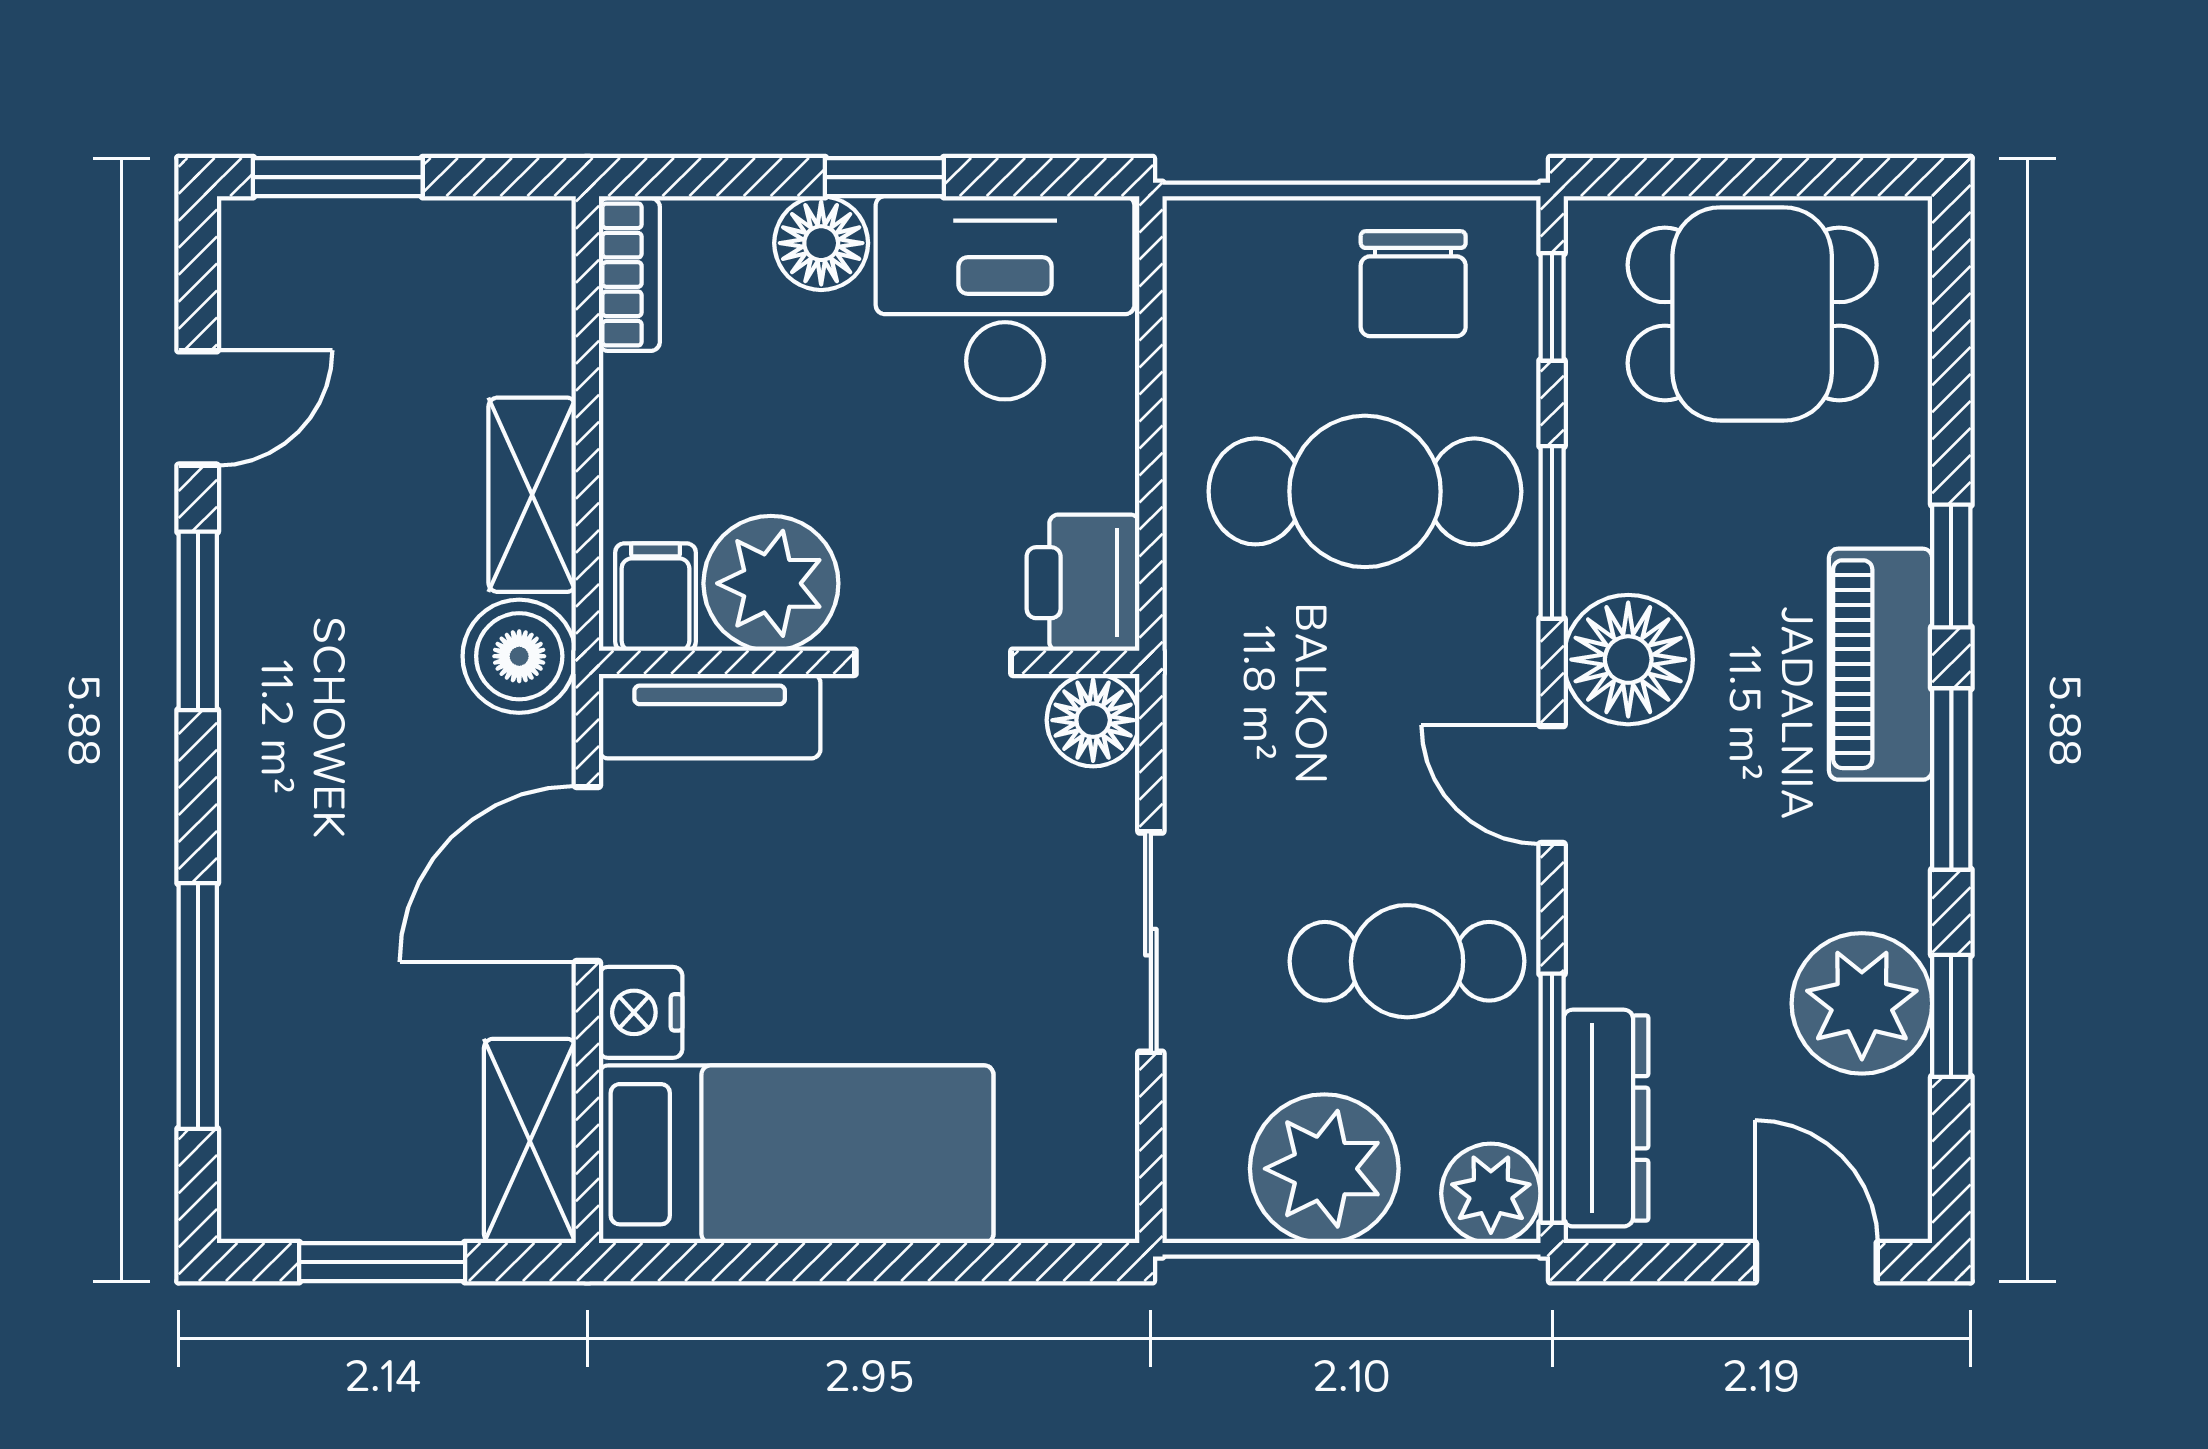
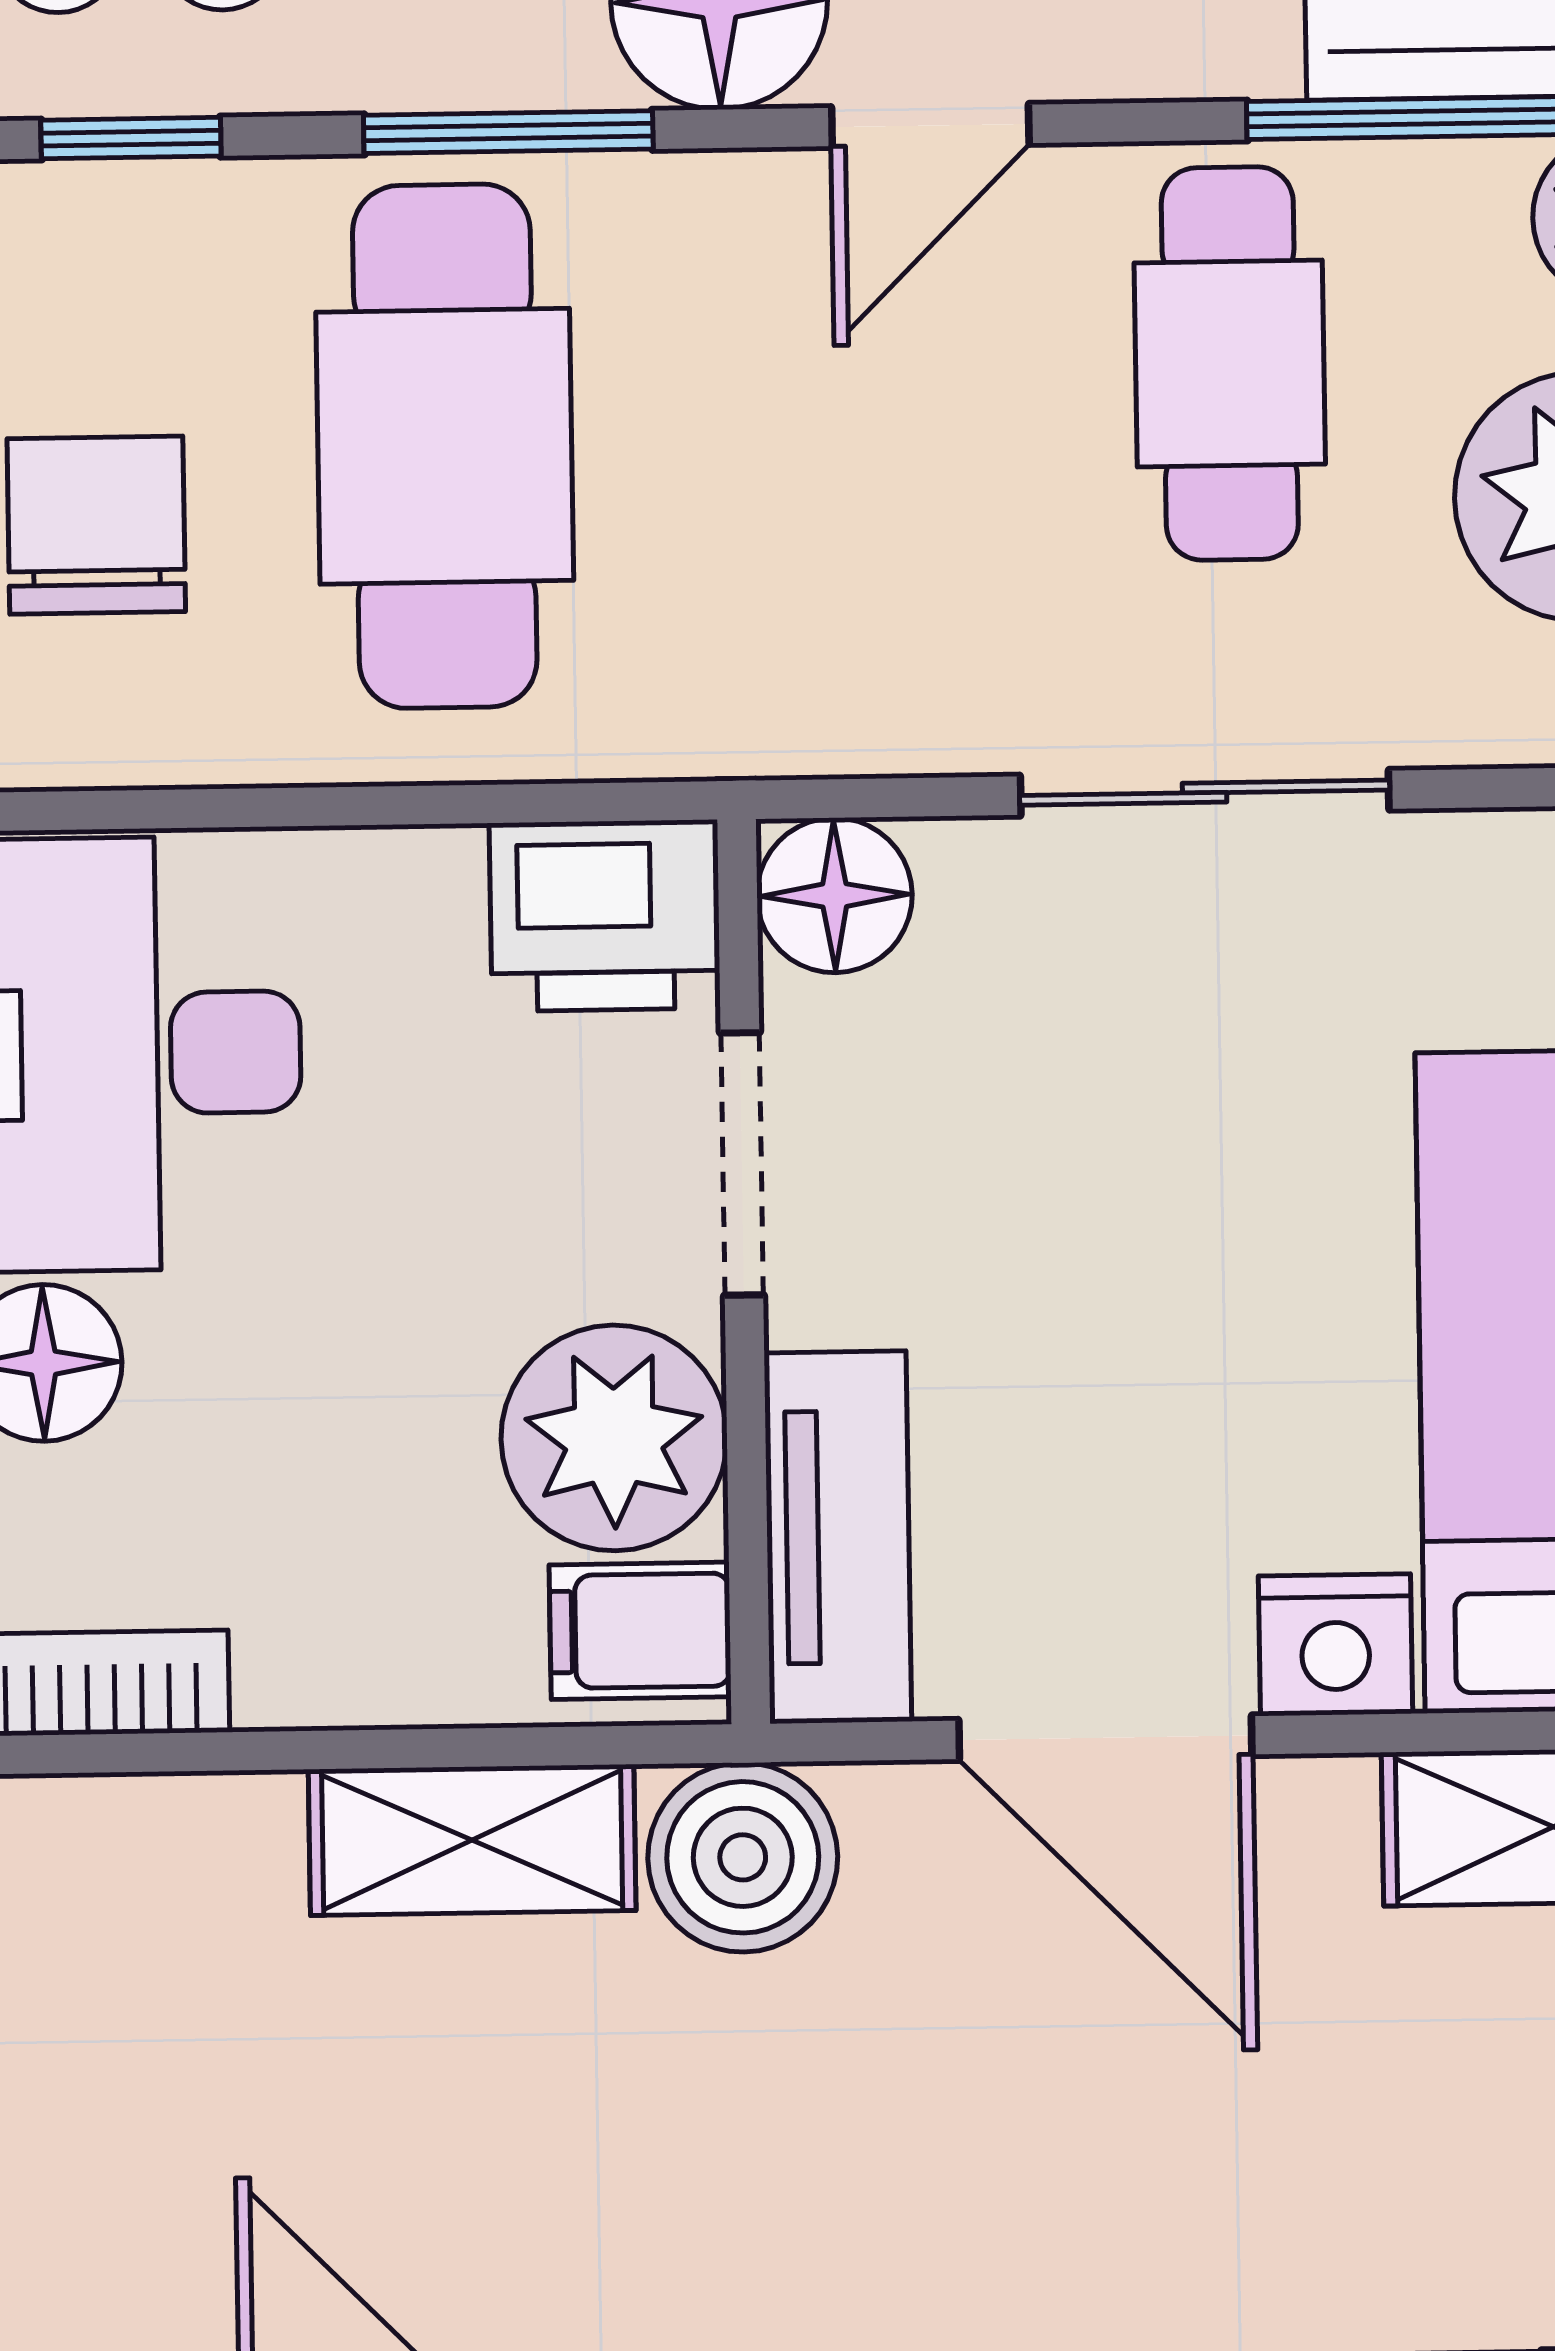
chair: (1413, 284) -> (96, 525), moved, turned -90

